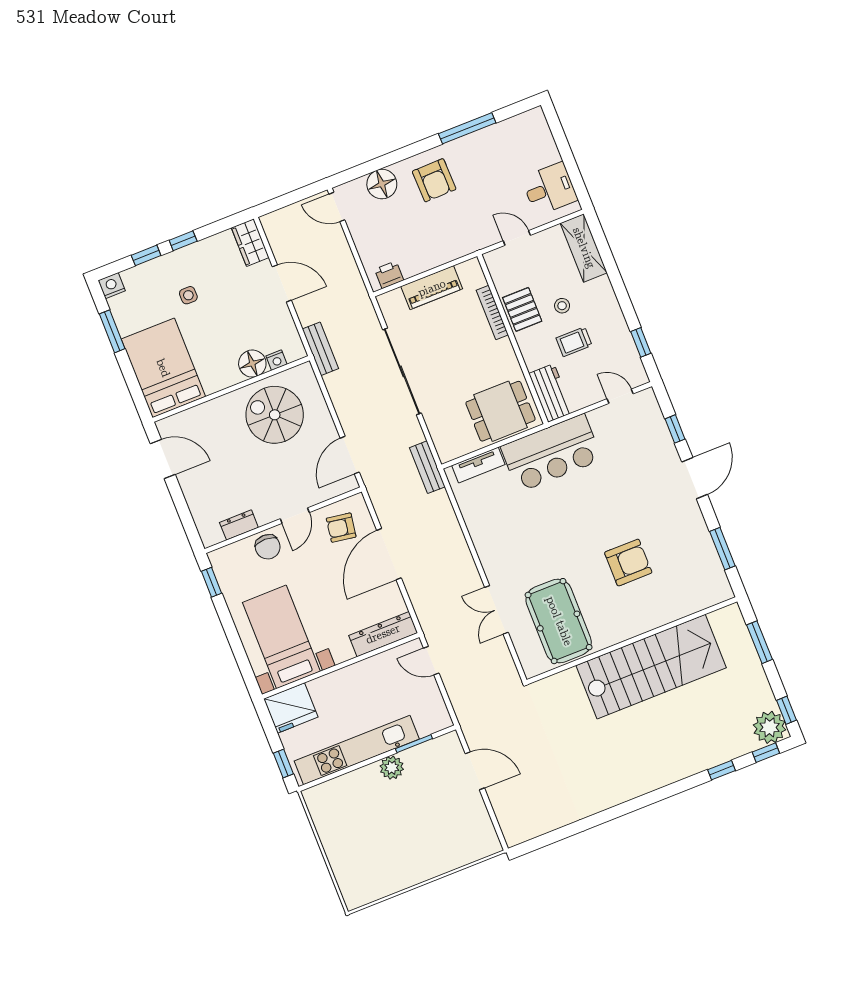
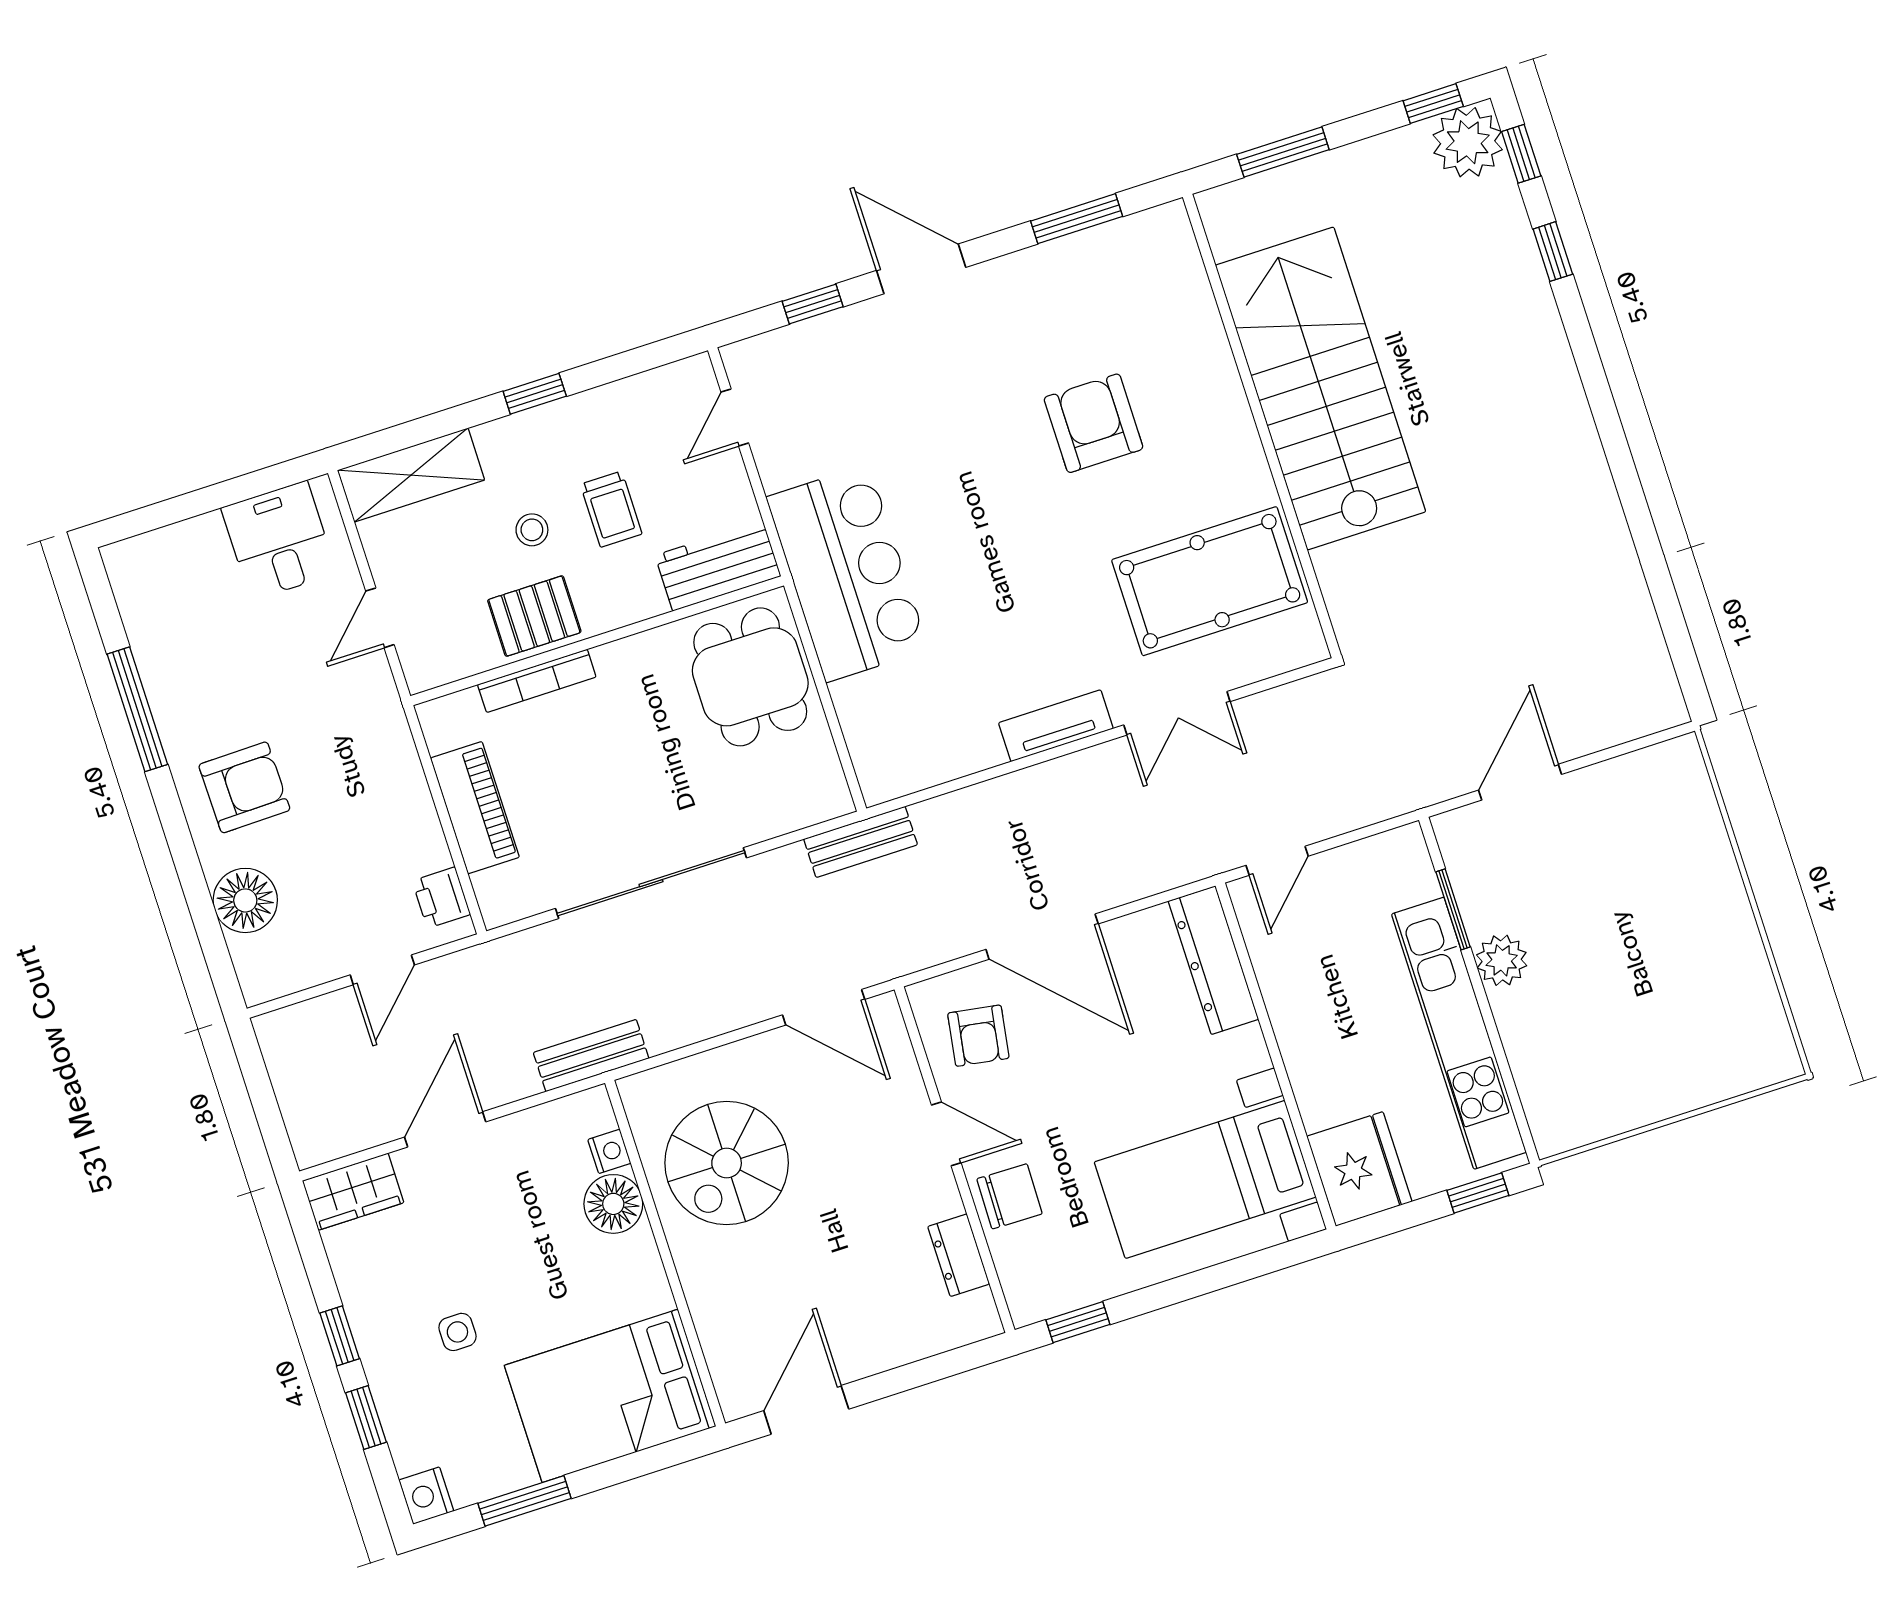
door: (337, 207) -> (382, 970), moved
window: (641, 342) -> (535, 394), moved
tv unit: (478, 465) -> (1056, 726), moved, turned -90

